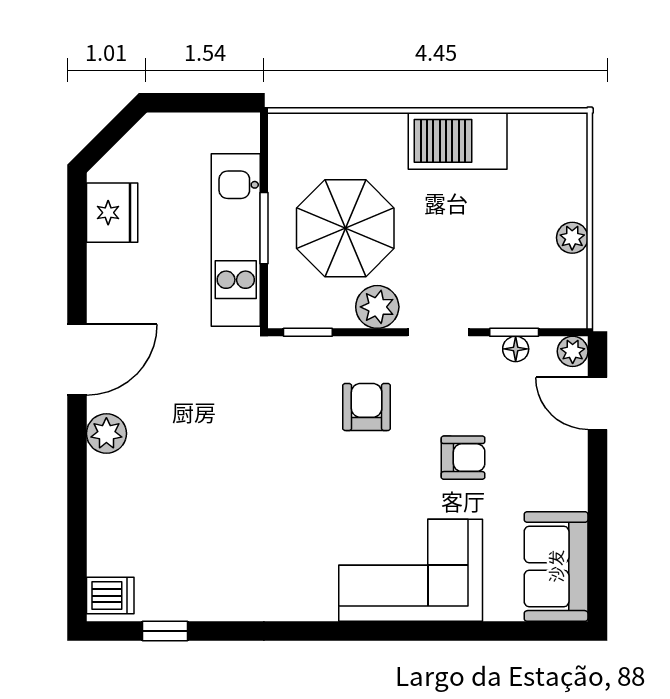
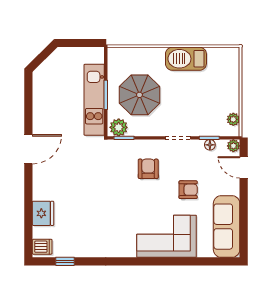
fridge: (112, 213) -> (43, 213), moved
plant: (572, 238) -> (233, 119), moved
plant: (377, 307) -> (119, 127), moved
plant: (106, 434) -> (41, 180), removed
sofa: (556, 566) -> (227, 227), width x1.36

